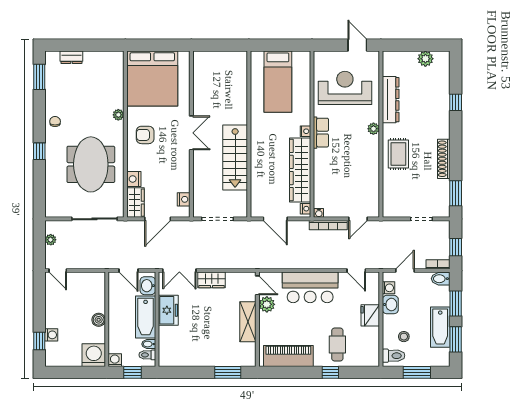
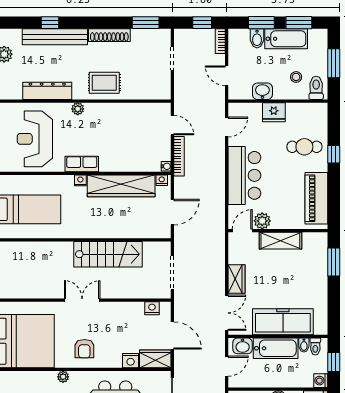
bench: (442, 107) -> (55, 37), added
bidet: (441, 279) -> (257, 38), moved
washing machine: (388, 288) -> (245, 93), removed
freezer: (168, 310) -> (283, 322), width x1.91, depth x1.26

